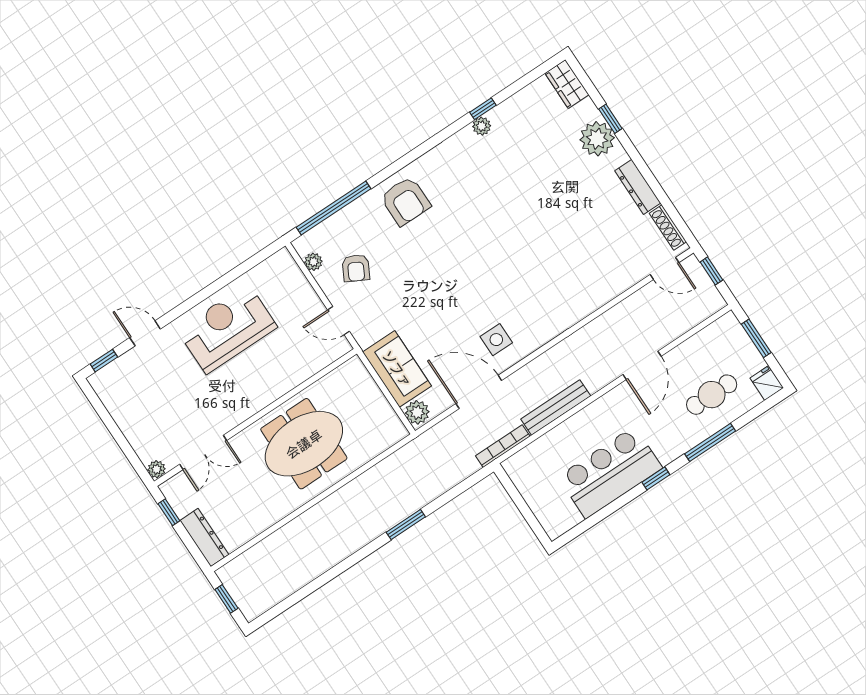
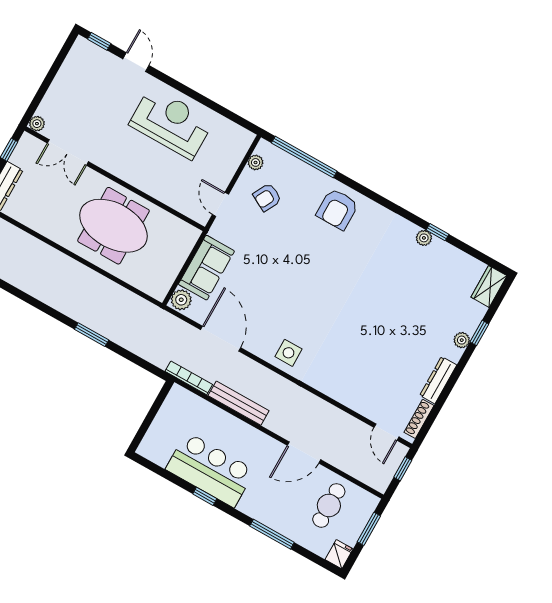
plant: (597, 139) -> (462, 340), width x0.53, depth x0.53
side table: (496, 340) -> (288, 353), moved
cafe table: (712, 395) -> (329, 505), moved, turned 90
window: (656, 478) -> (205, 496), moved

